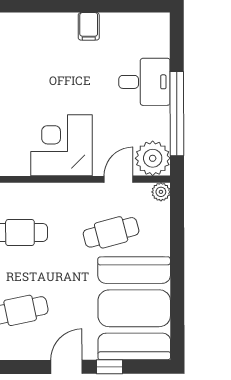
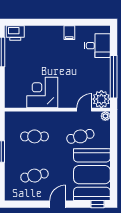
desk: (144, 82) -> (97, 46), moved
corner desk: (62, 145) -> (42, 93), moved
window: (109, 367) -> (98, 204), moved

